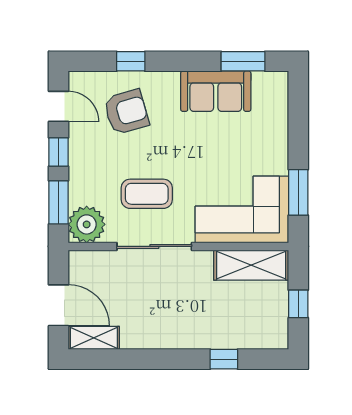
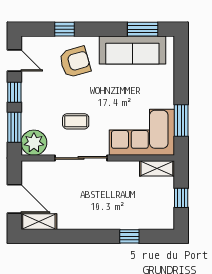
sofa: (216, 91) -> (132, 50), width x1.36
armchair: (126, 112) -> (75, 62), moved
coffee table: (147, 194) -> (76, 121), width x0.73, depth x0.77
shelving: (251, 265) -> (157, 168), width x0.67, depth x0.75

